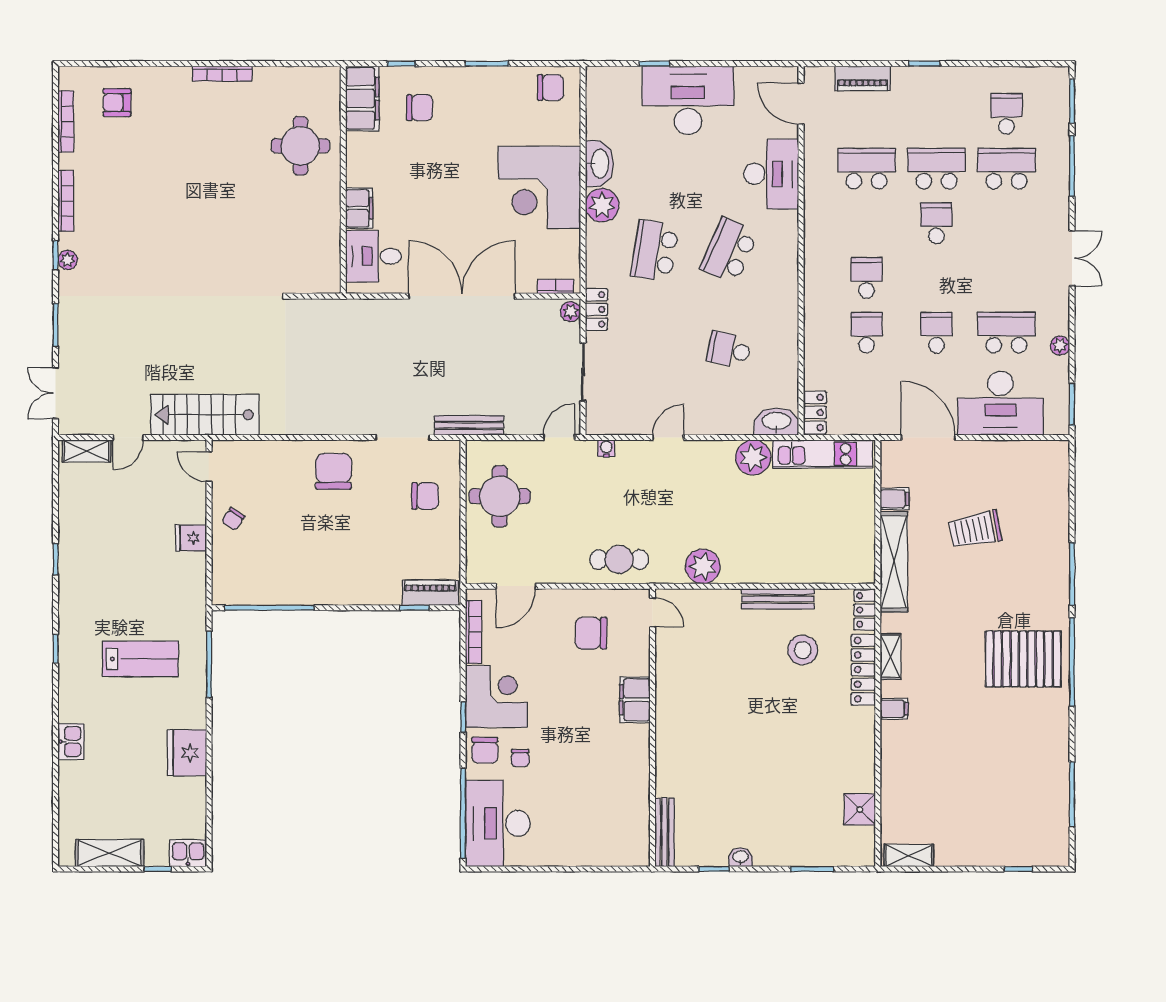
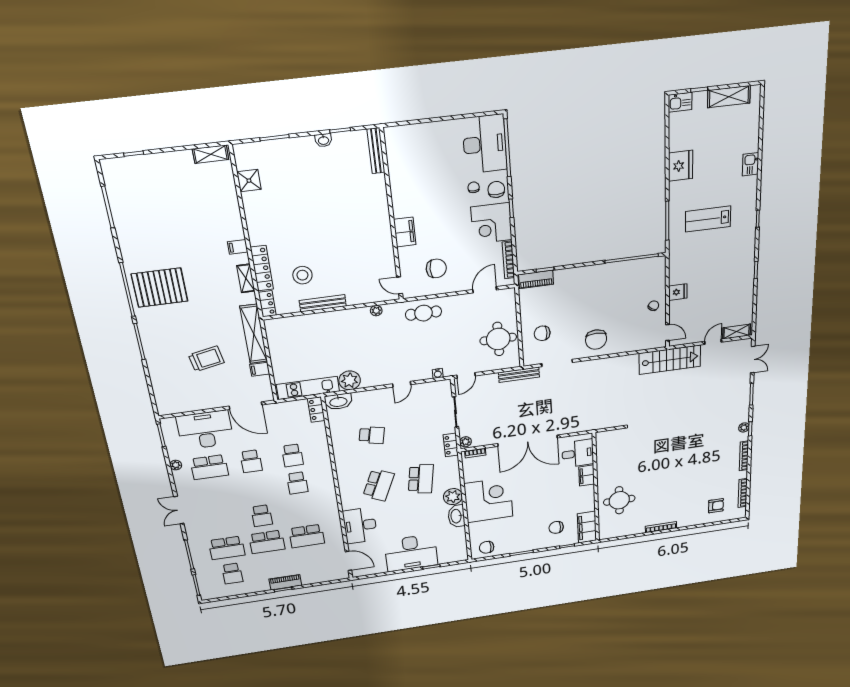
piano: (862, 78) -> (285, 582), moved
plant: (703, 566) -> (376, 311), width x0.53, depth x0.53

